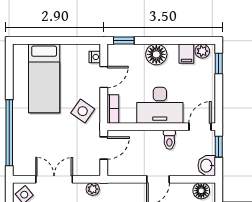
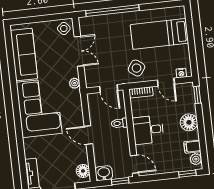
desk: (160, 105) -> (148, 130), width x0.73
toilet: (169, 140) -> (119, 123), moved

